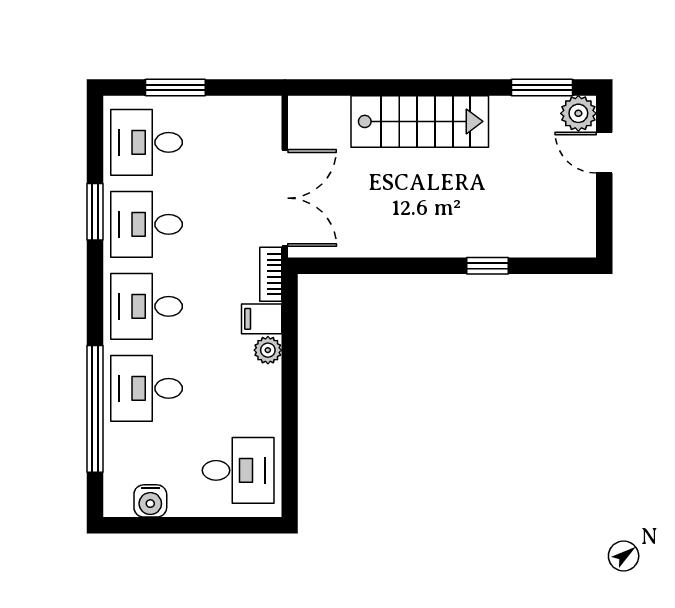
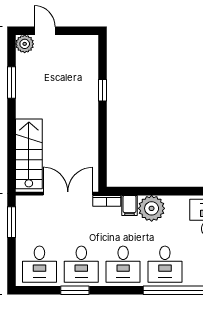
window: (175, 87) -> (11, 222), moved
window: (542, 87) -> (11, 82), moved
stairs: (420, 121) -> (29, 154), moved
door: (604, 153) -> (45, 31), swing flipped
plant: (268, 350) -> (152, 208), width x1.87, depth x1.87

